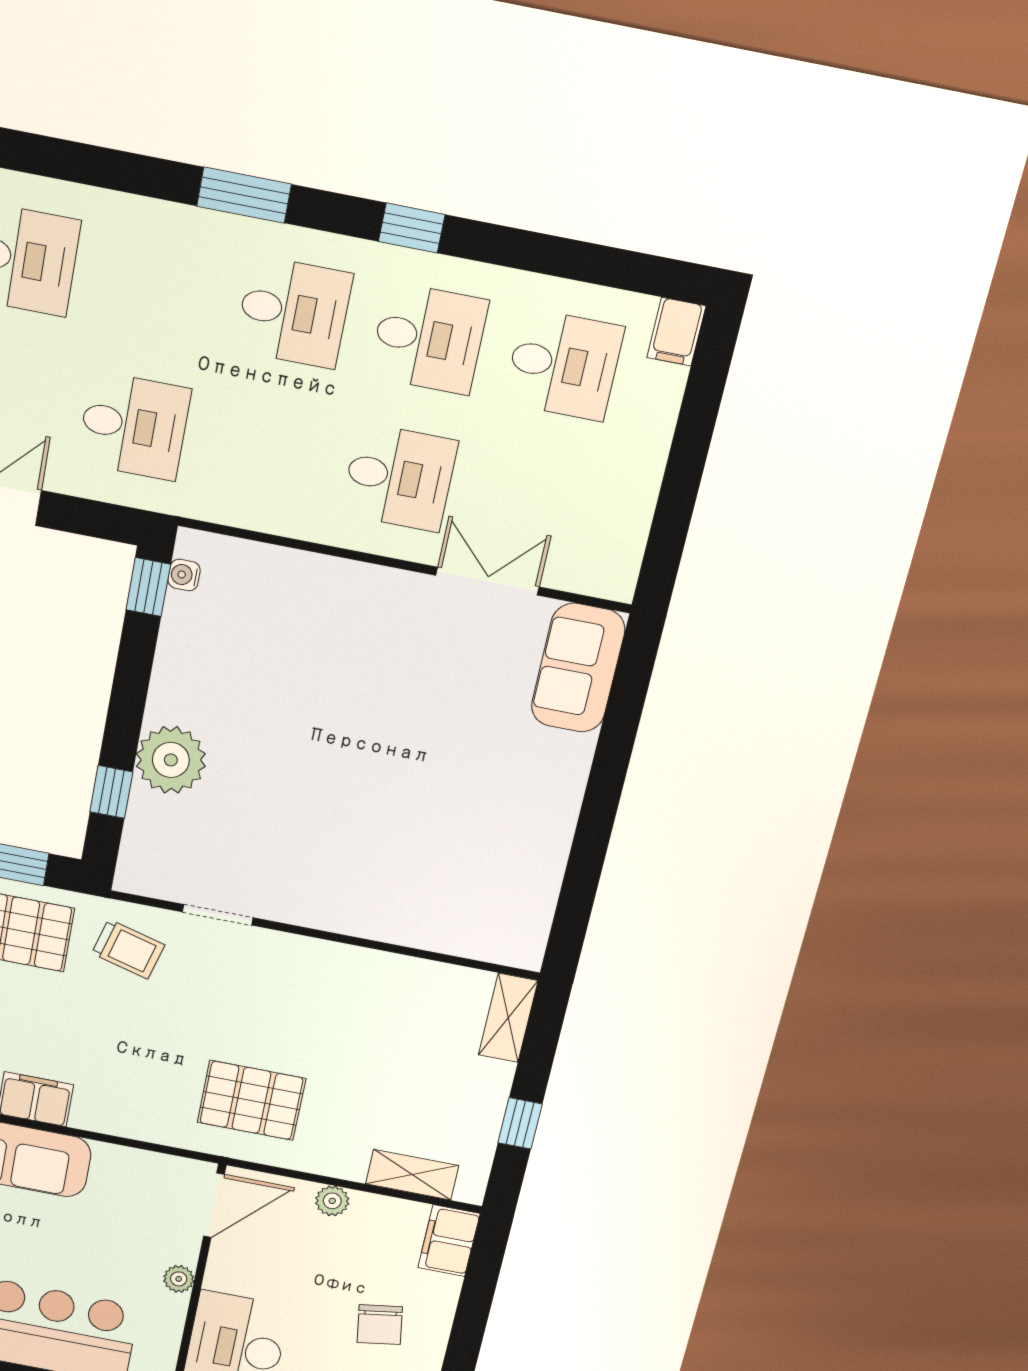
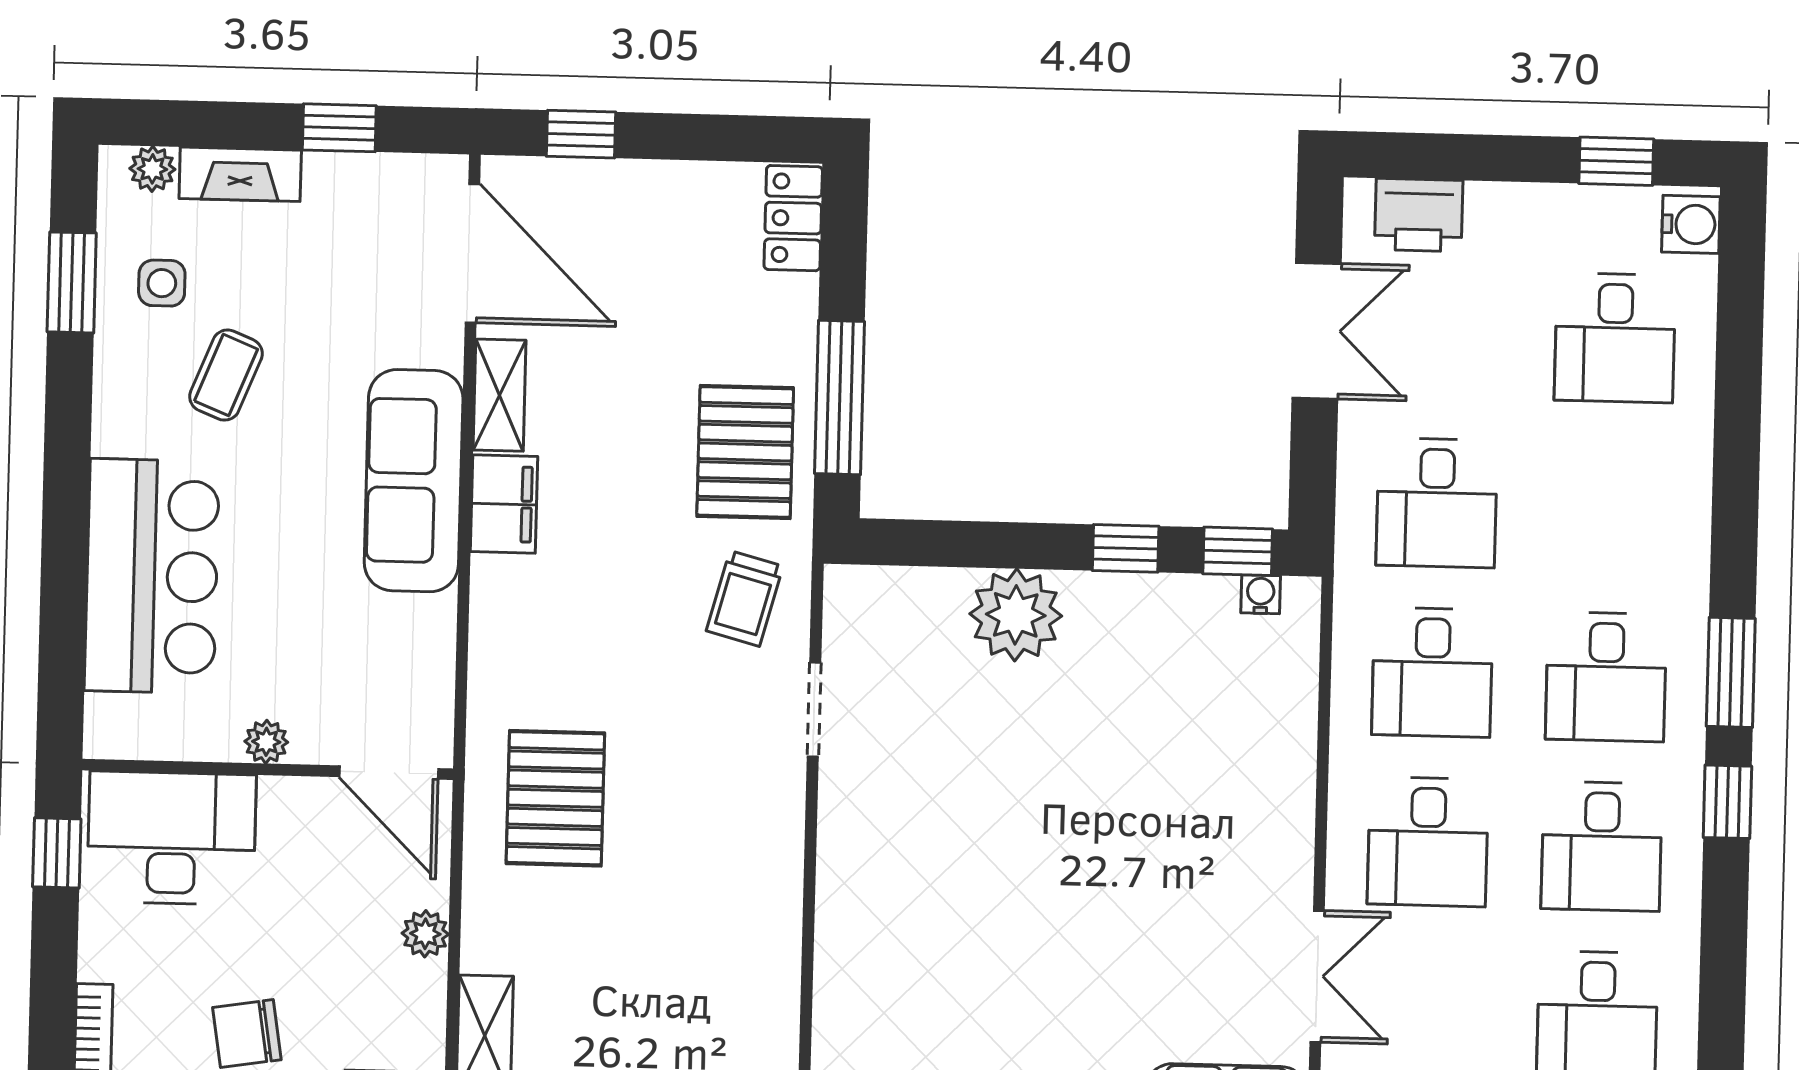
window: (244, 195) -> (1731, 672), moved
desk: (266, 452) -> (1432, 672), added
window: (111, 792) -> (1126, 548), moved

